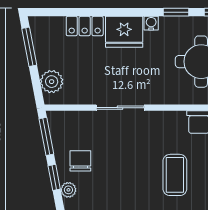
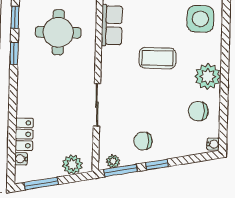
water cooler: (151, 23) -> (21, 159), moved
fridge: (124, 32) -> (30, 100), removed
plant: (68, 190) -> (113, 161), moved

